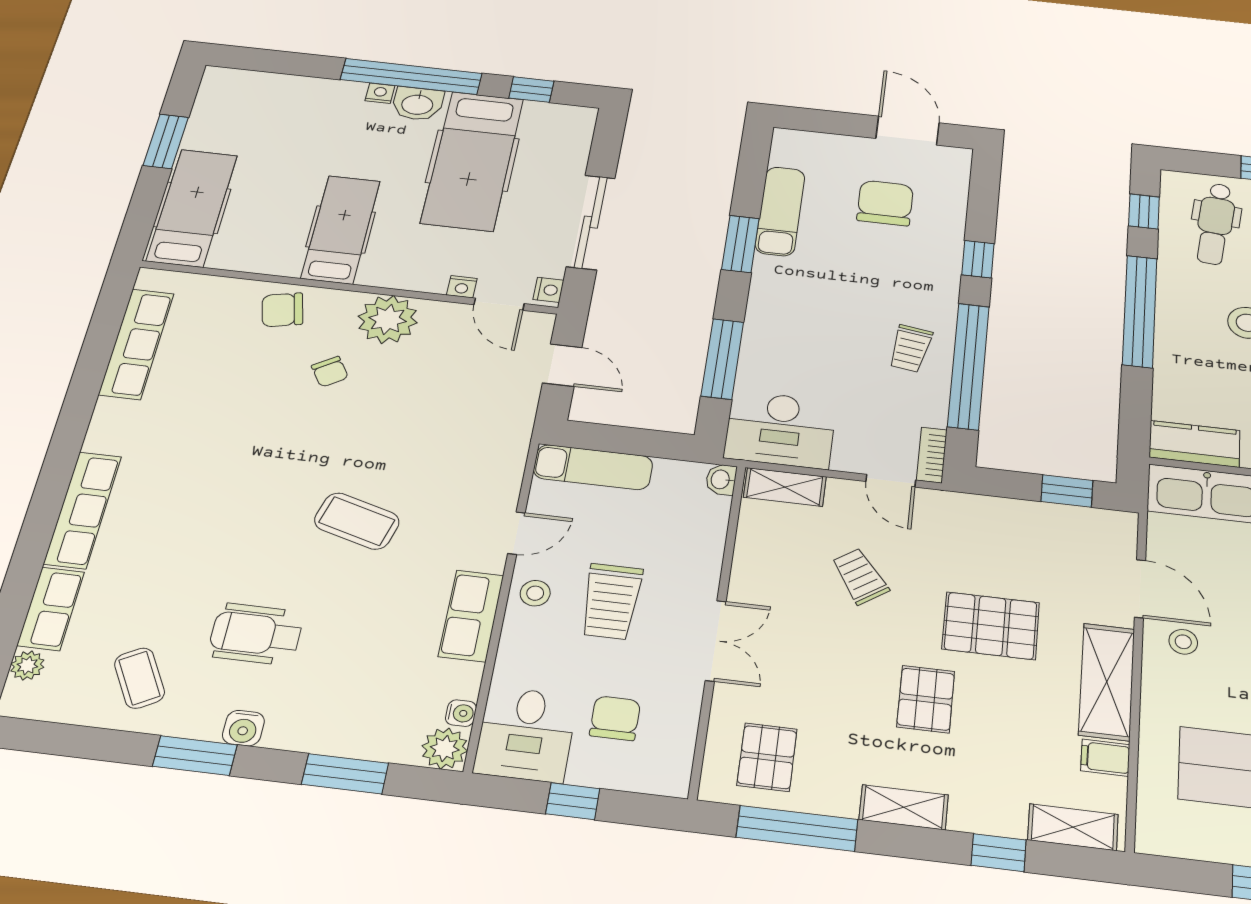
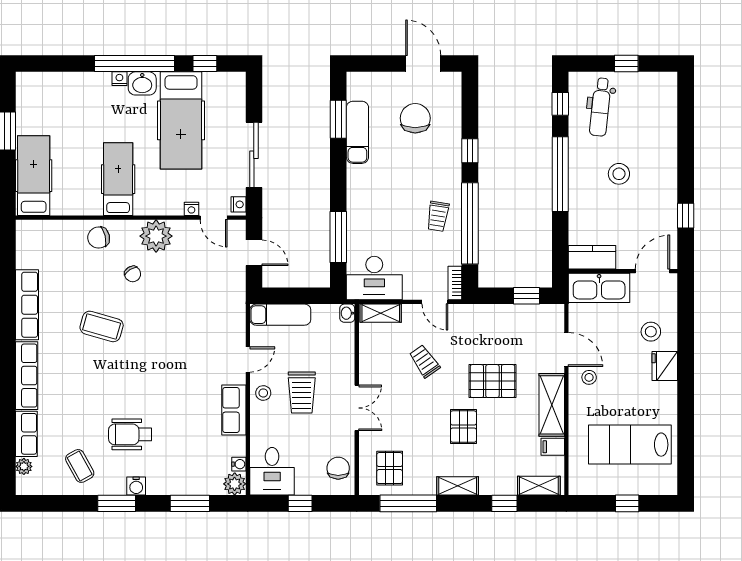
window: (740, 244) -> (338, 119), moved
row of seats: (136, 344) -> (27, 305), moved
coffee table: (357, 521) -> (102, 326), moved
chair: (615, 718) -> (338, 468), moved

